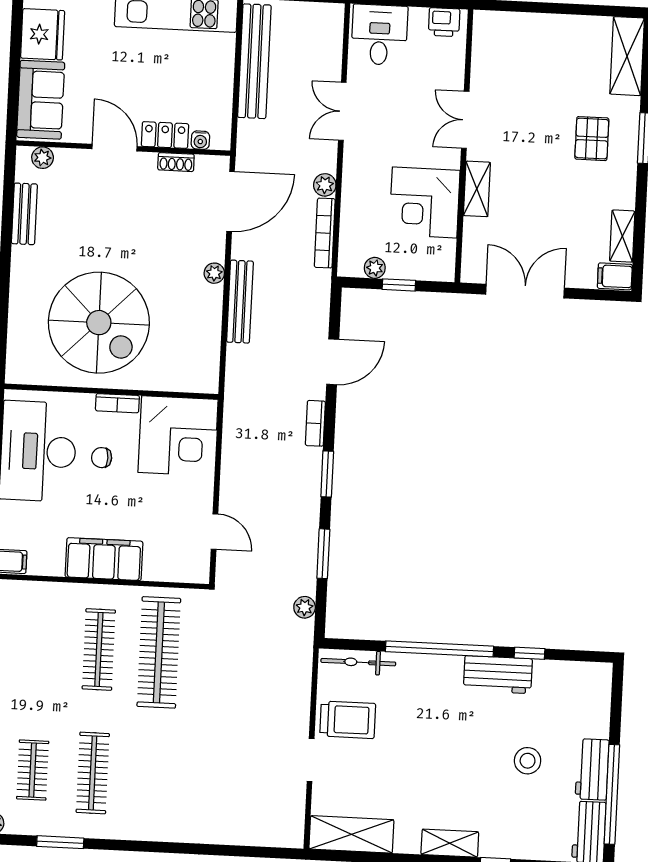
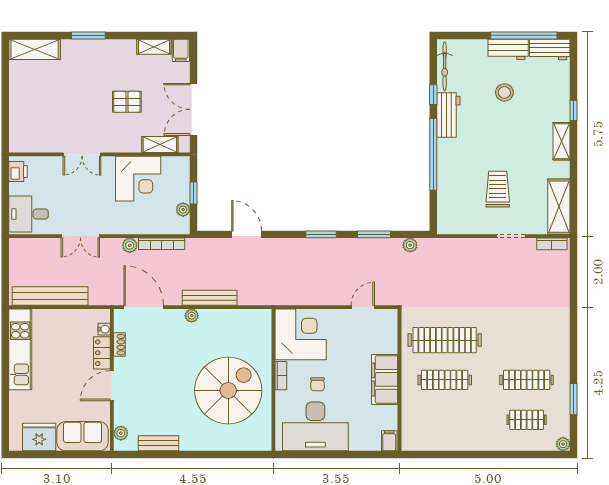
pallet: (592, 139) -> (127, 102), moved
shelving: (477, 189) -> (160, 145), moved
bookcase: (315, 423) -> (552, 244), moved
bicycle: (358, 662) -> (445, 66), moved
trolley: (348, 720) -> (498, 189), moved

